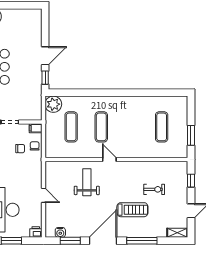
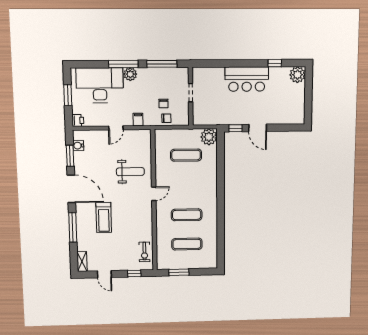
exercise mat: (101, 127) -> (187, 215), moved
filing cabinet: (36, 128) -> (138, 120), moved
exercise bike: (154, 189) -> (144, 252), moved

